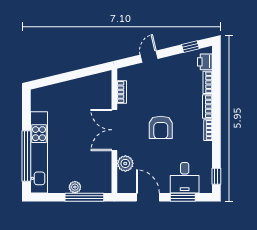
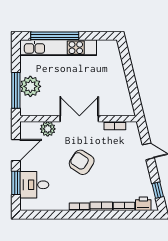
armchair: (161, 127) -> (82, 162), turned 33
window: (216, 176) -> (36, 215), removed
plant: (75, 187) -> (30, 86), width x1.88, depth x1.88

